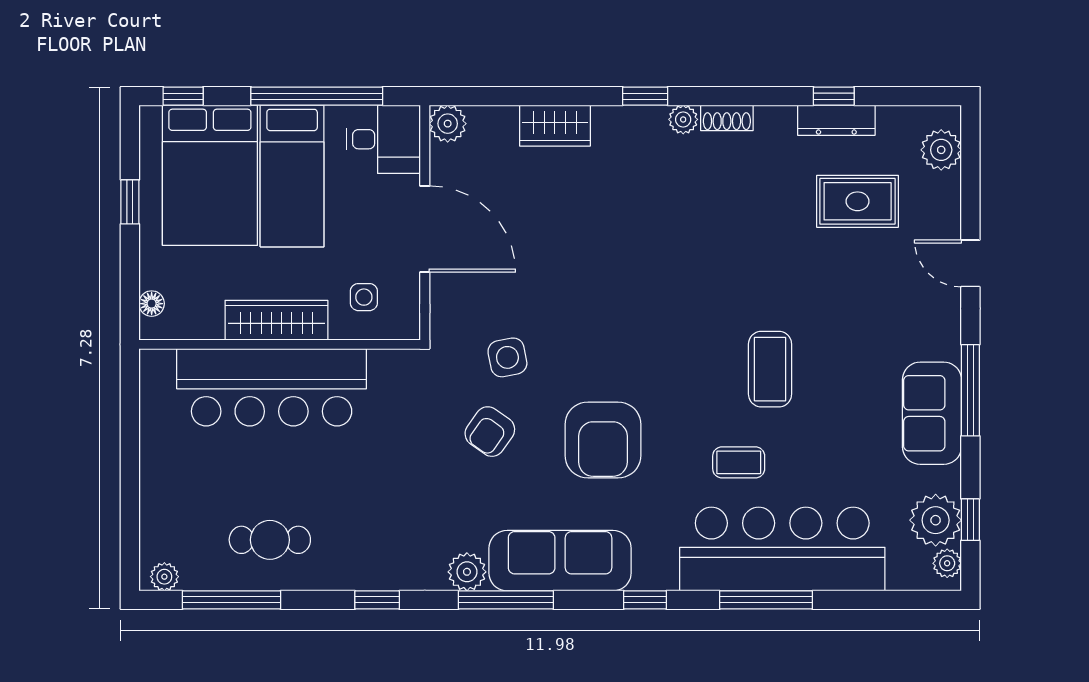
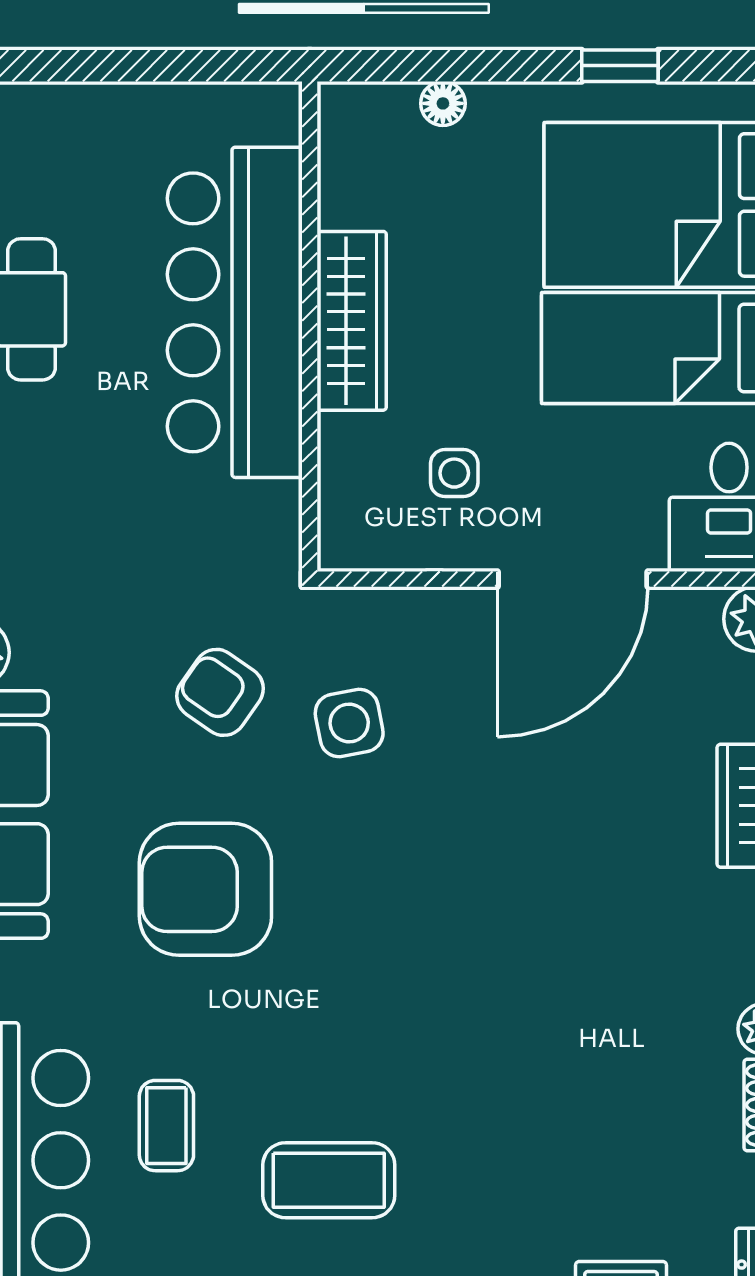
wardrobe: (276, 320) -> (352, 321), moved
wall: (280, 344) -> (310, 326), moved
bar counter: (272, 387) -> (235, 312), moved

